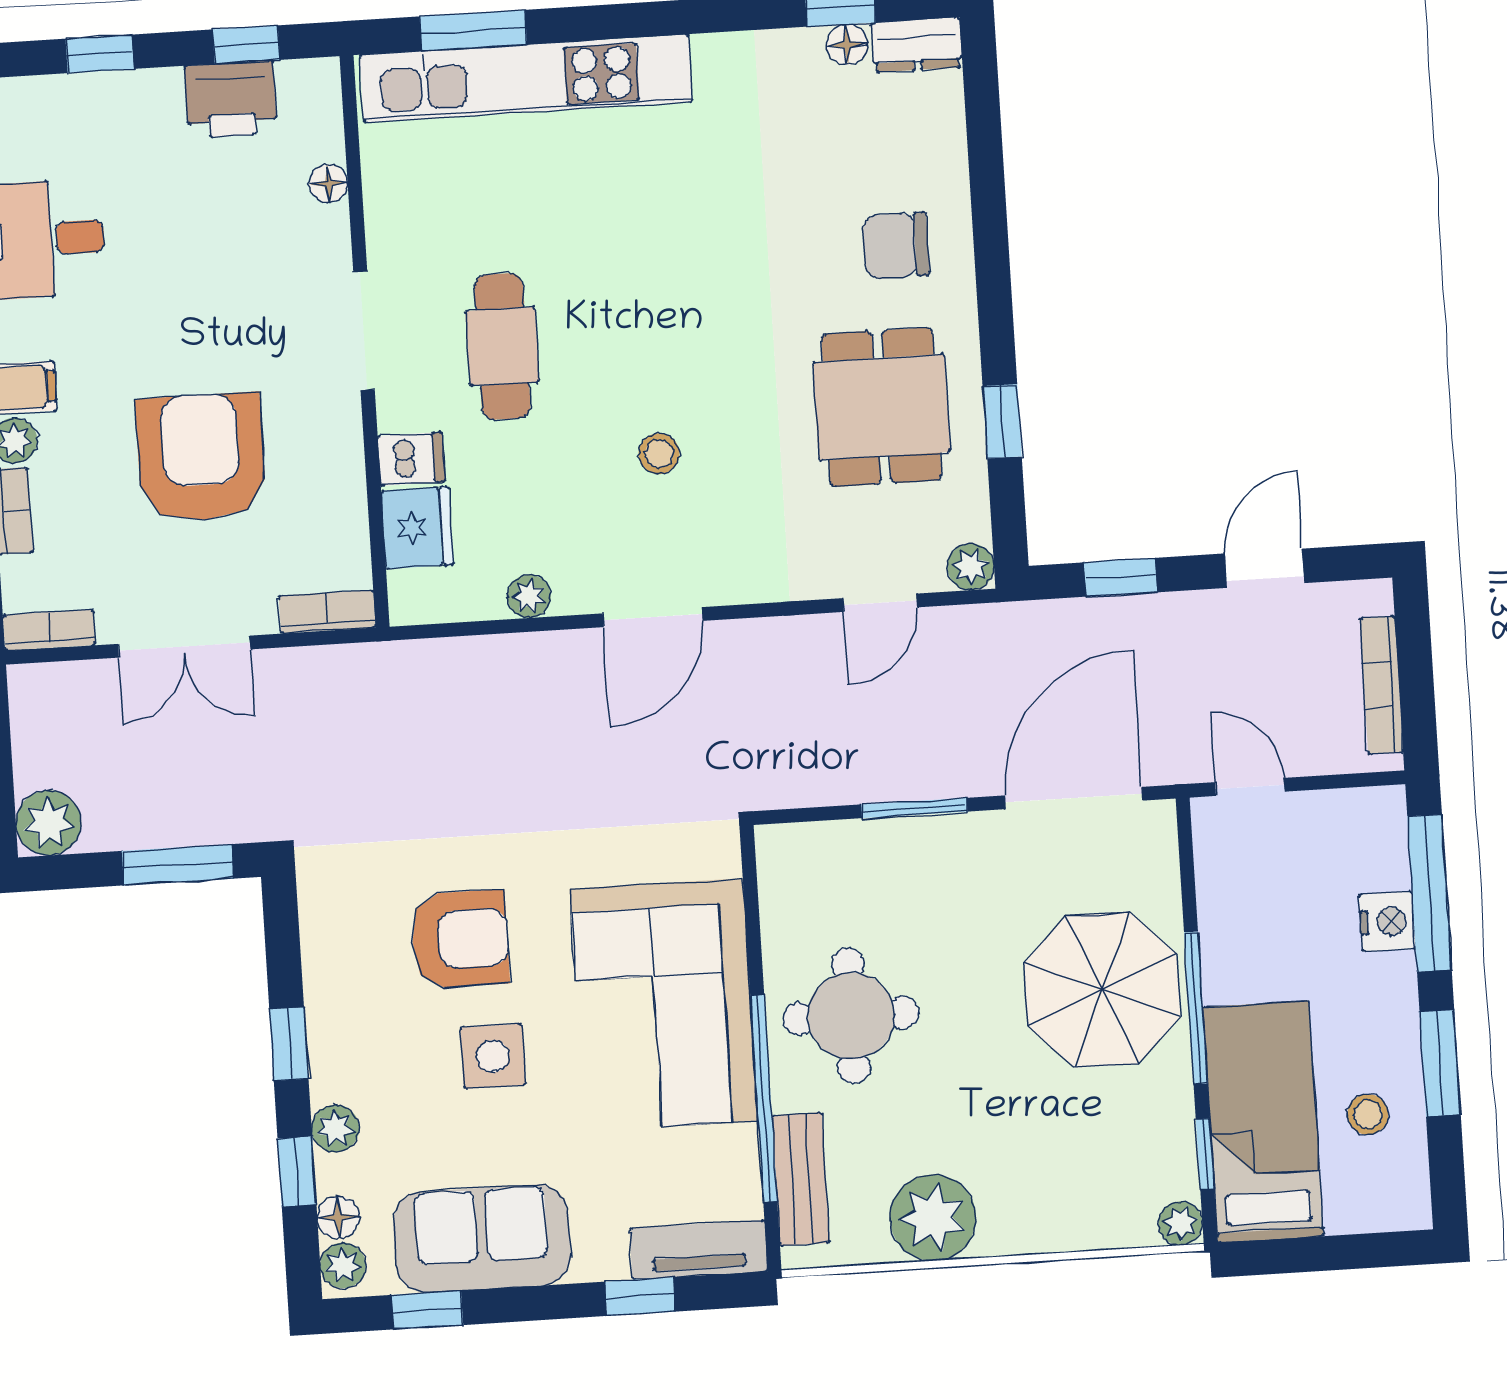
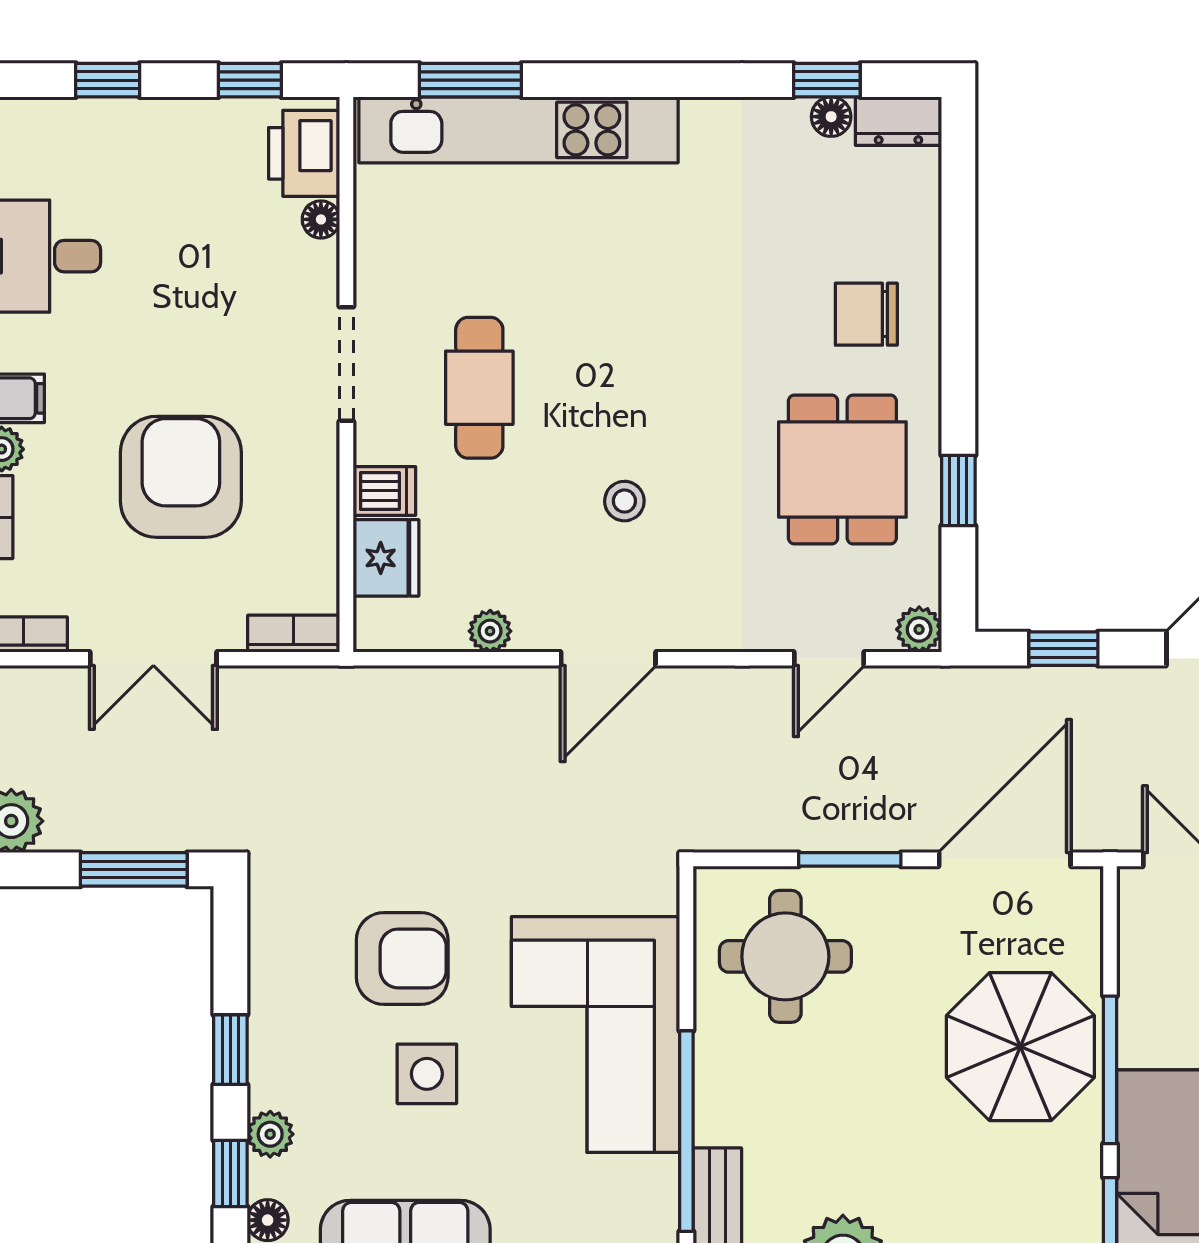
printer: (231, 100) -> (304, 153), moved, turned 90
round table: (851, 1016) -> (785, 956), moved

